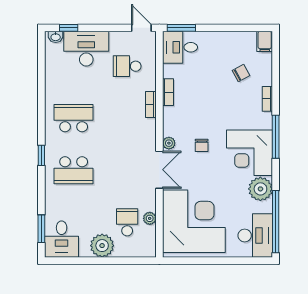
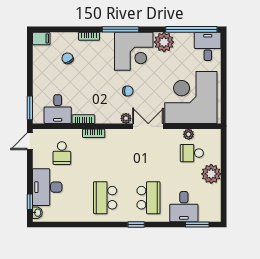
desk: (180, 47) -> (58, 109), moved
desk: (255, 235) -> (208, 46), width x0.73
desk: (62, 239) -> (184, 207), moved, turned 90

